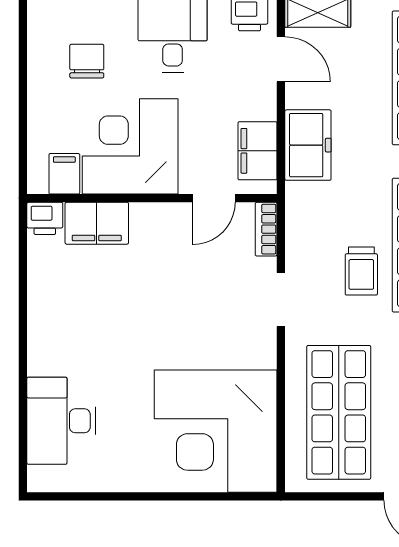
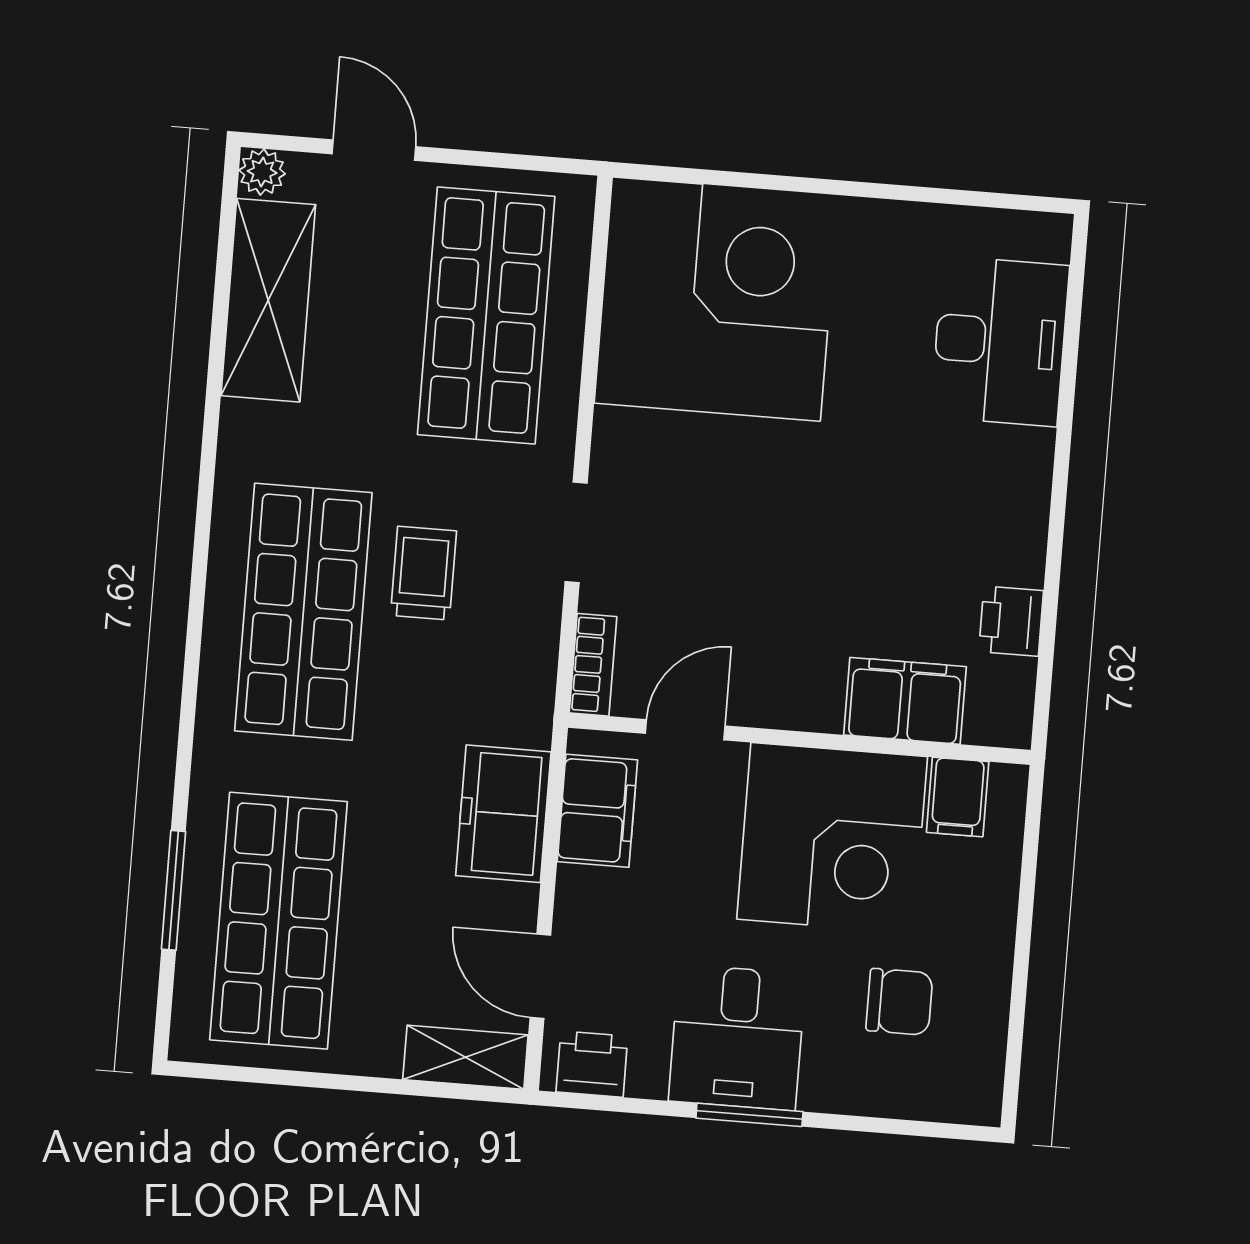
chair: (87, 61) -> (899, 1002), turned -90
printer: (45, 218) -> (1011, 621), moved, turned -90

